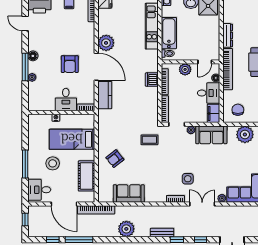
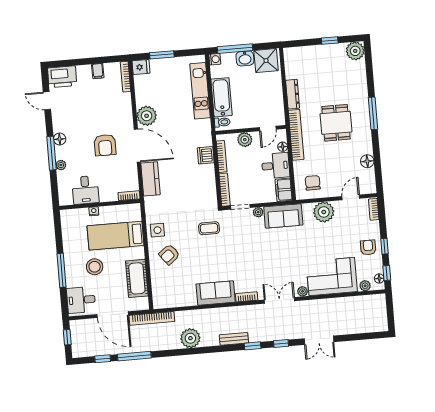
desk: (66, 100) -> (85, 190), moved
side table: (188, 179) -> (157, 230), moved
sofa: (129, 194) -> (216, 293), moved

